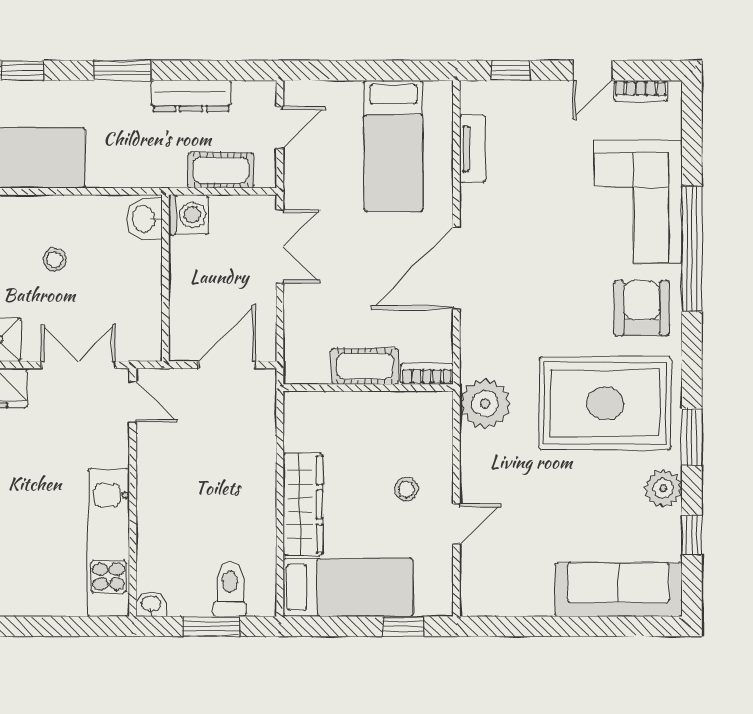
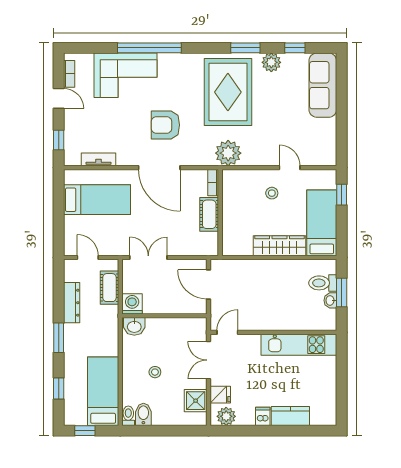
armchair: (642, 308) -> (165, 125), moved
washbasin: (151, 604) -> (330, 300), moved

